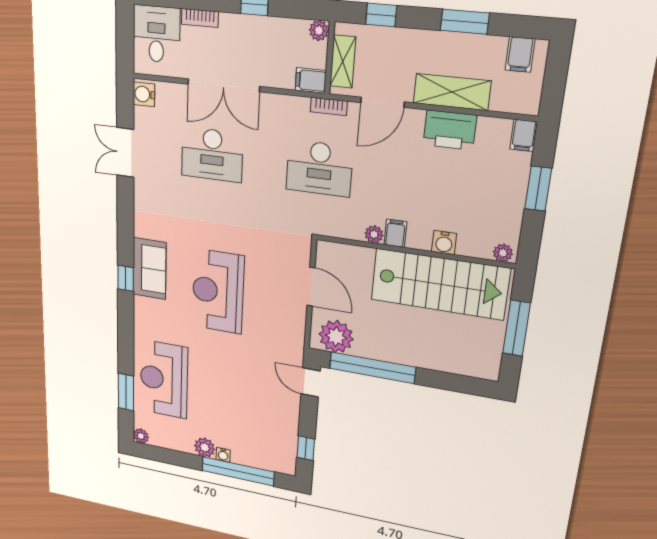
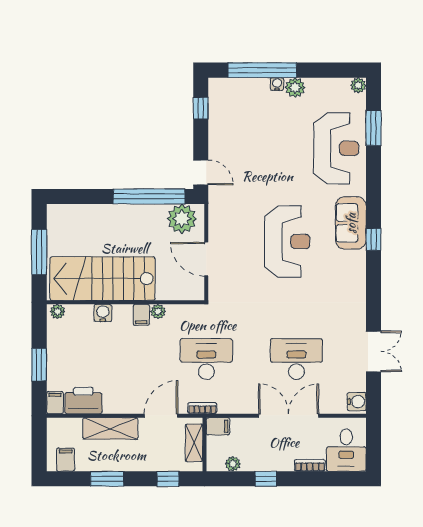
plant: (319, 31) -> (233, 464), moved
printer: (450, 130) -> (83, 401), moved
sofa: (149, 269) -> (351, 223), moved

